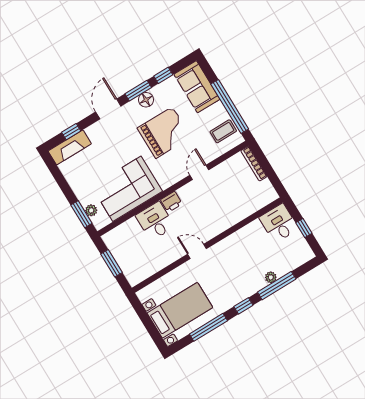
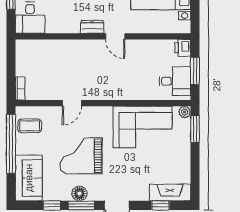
bookcase: (254, 164) -> (20, 89), width x0.64
printer: (171, 202) -> (183, 48), moved, turned -90
plant: (91, 210) -> (185, 112), moved
desk: (155, 221) -> (175, 81), moved, turned -90
dresser: (221, 248) -> (92, 27), added

